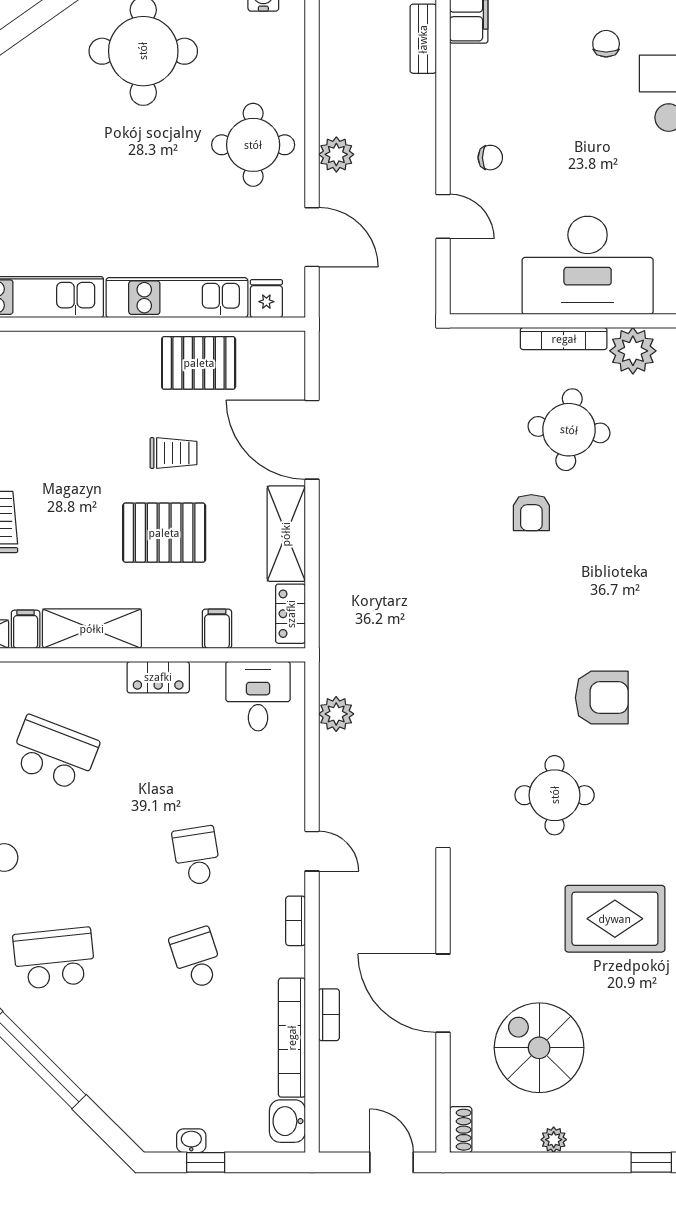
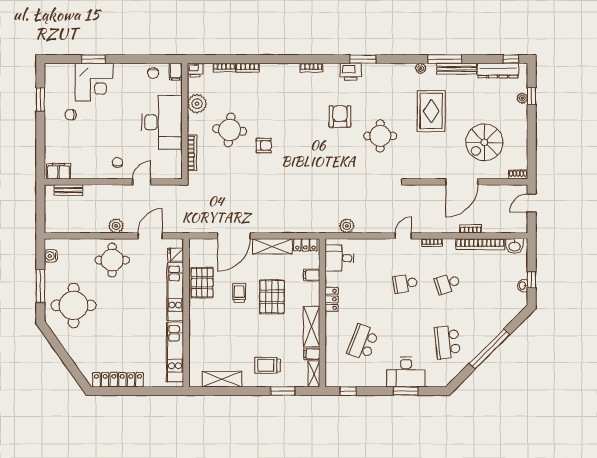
bookcase: (564, 339) -> (192, 153), moved
plant: (554, 1140) -> (522, 98), moved

